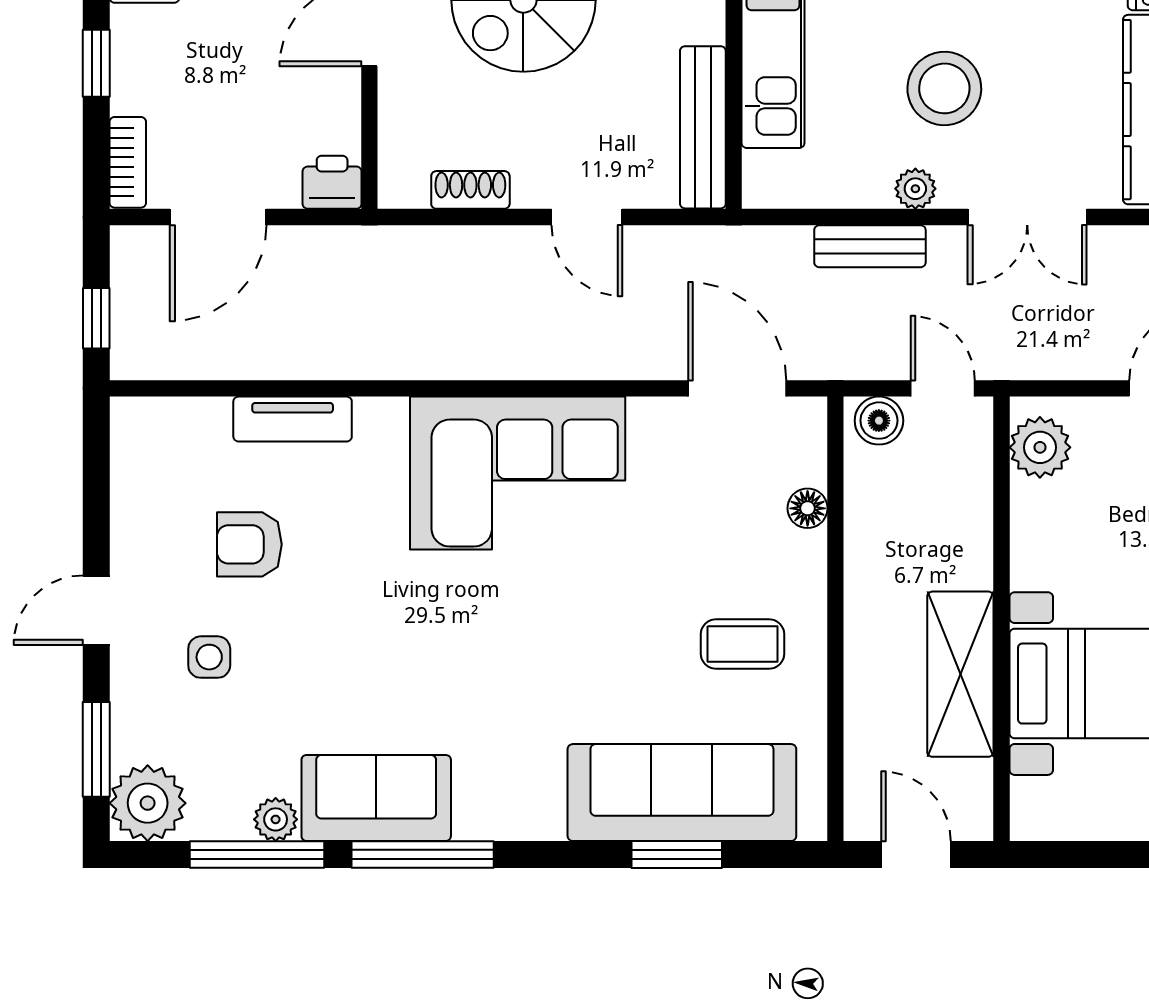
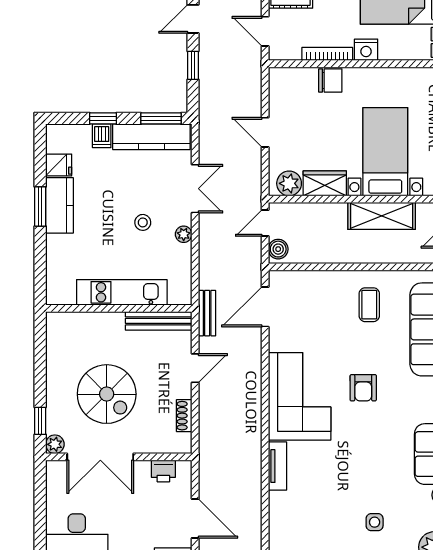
stool: (944, 88) -> (143, 222), width x0.53, depth x0.53
printer: (332, 182) -> (163, 471), moved, turned -90
bench: (870, 246) -> (207, 313), moved
tv unit: (293, 419) -> (278, 466), moved
floor lamp: (808, 508) -> (314, 278), removed
wardrobe: (1040, 535) -> (325, 183), added
armchair: (249, 544) -> (363, 388), moved

